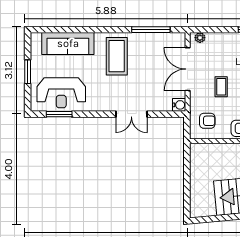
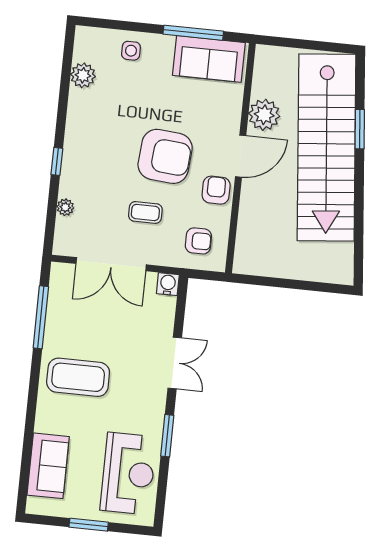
plant: (200, 38) -> (65, 207), moved
sofa: (68, 43) -> (48, 466), width x0.73
window: (59, 114) -> (167, 436), moved
armchair: (207, 121) -> (198, 241), turned 90

